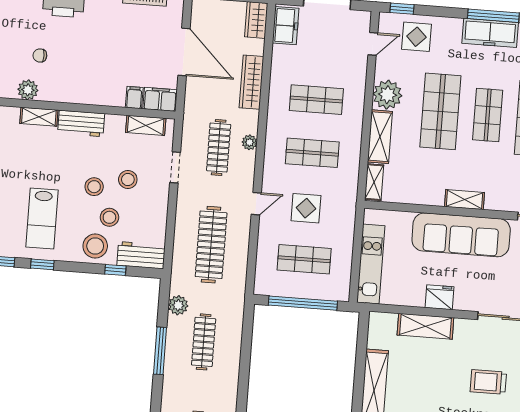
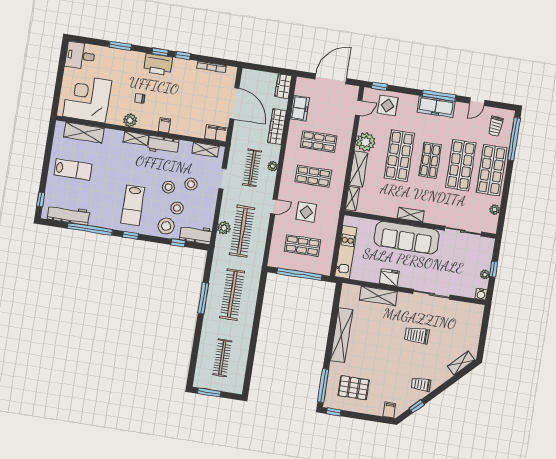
freezer: (286, 26) -> (300, 108), moved
filing cabinet: (134, 98) -> (165, 125), moved
plant: (178, 305) -> (224, 228), moved
clothes rail: (204, 342) -> (232, 295), width x1.37, depth x1.31

